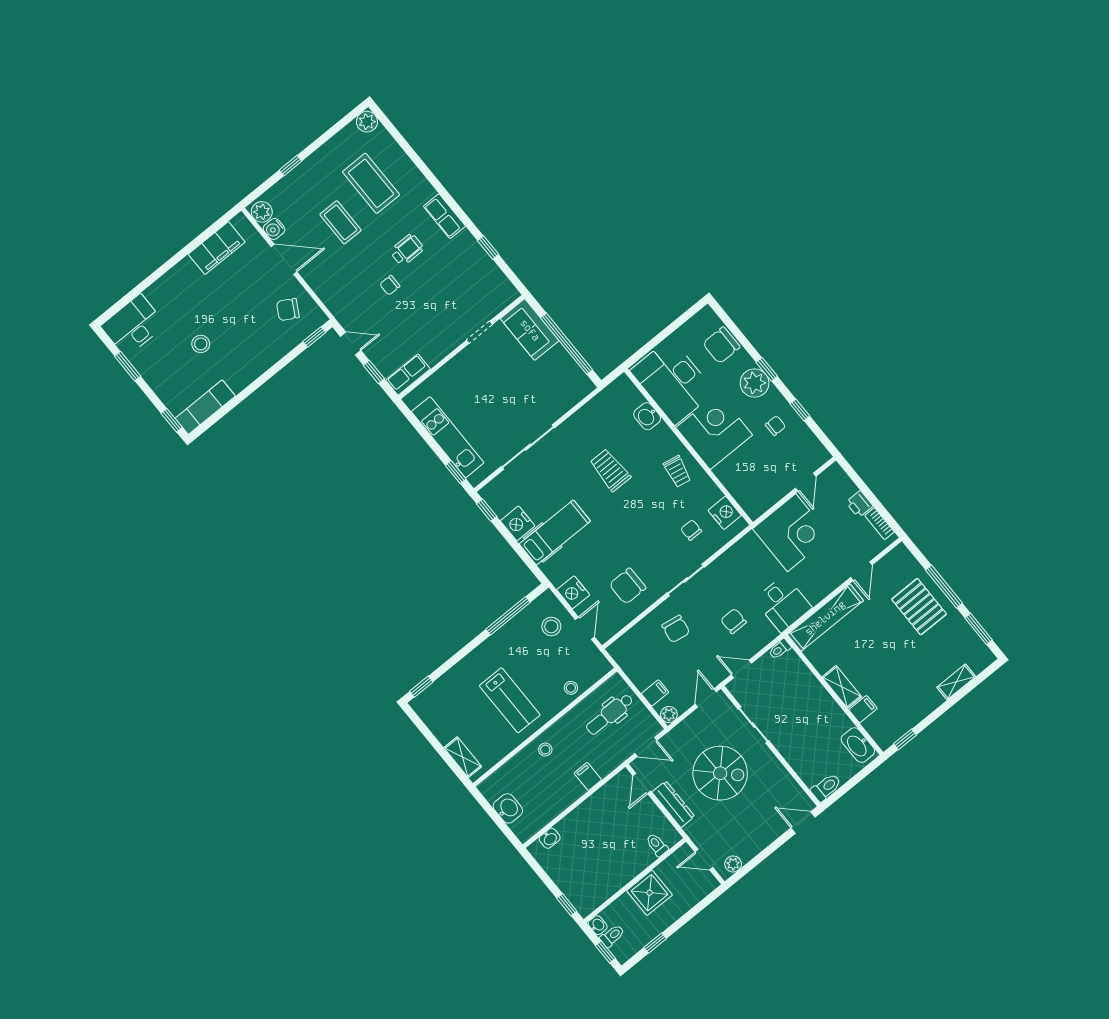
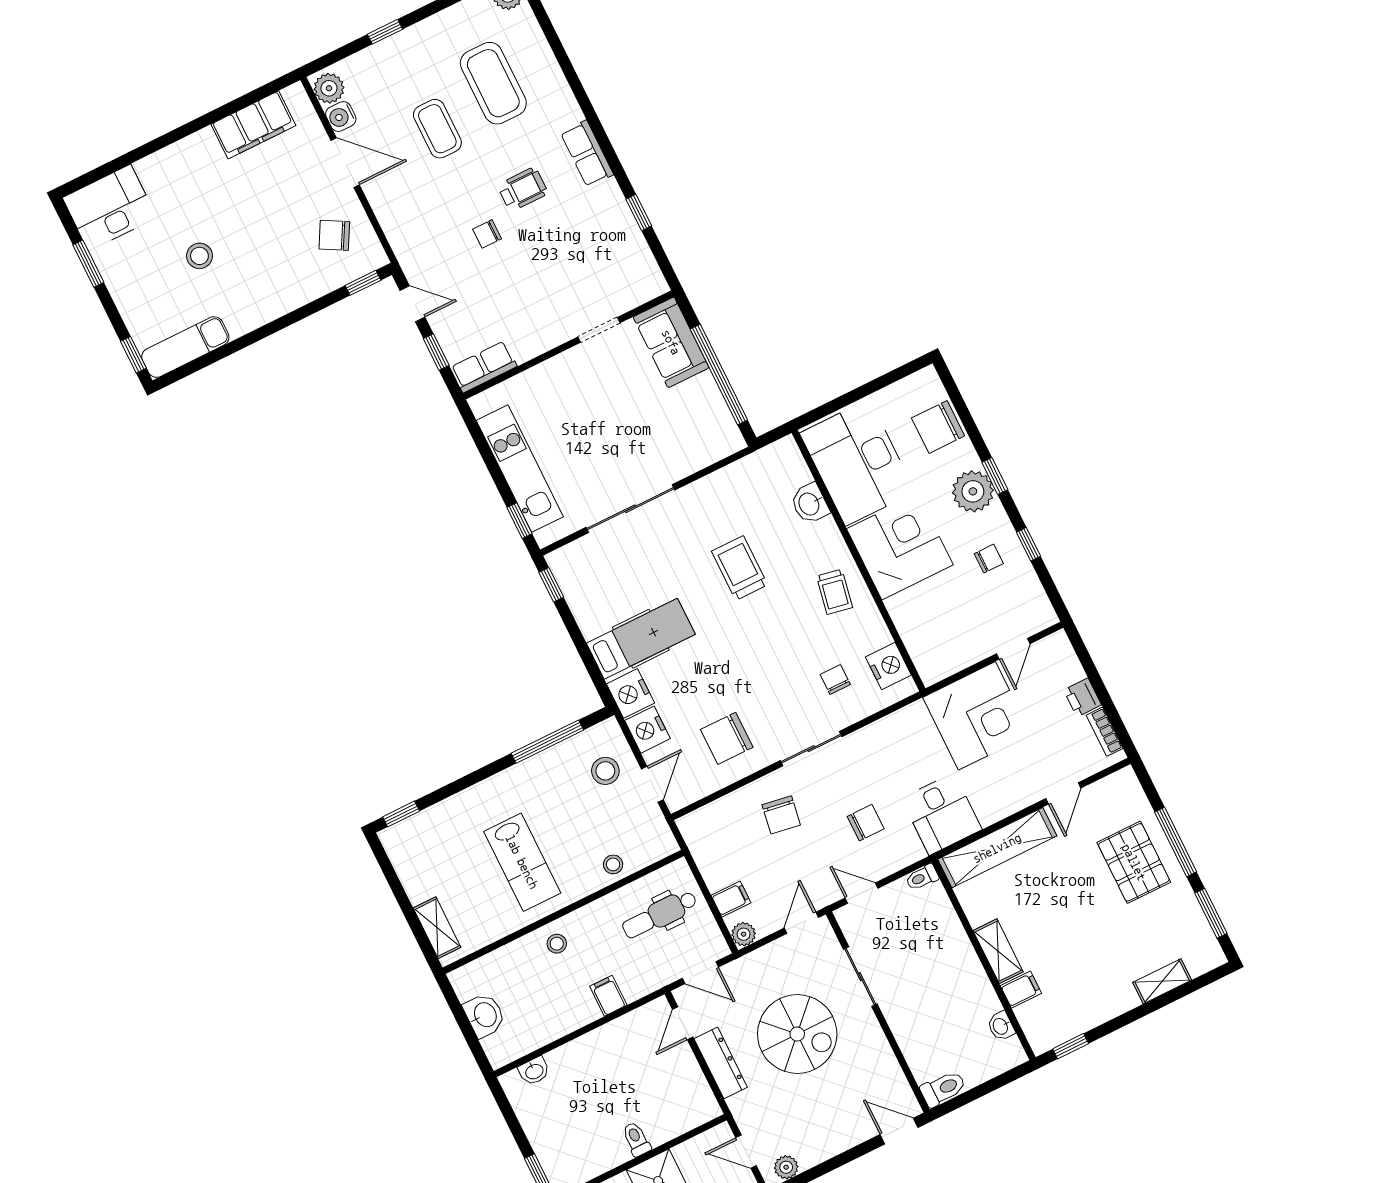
nightstand: (518, 523) -> (631, 693), moved
chair: (734, 621) -> (866, 823), turned 90
washbasin: (858, 745) -> (1001, 1026), width x0.52, depth x0.69
toilet: (657, 845) -> (636, 1139), moved

